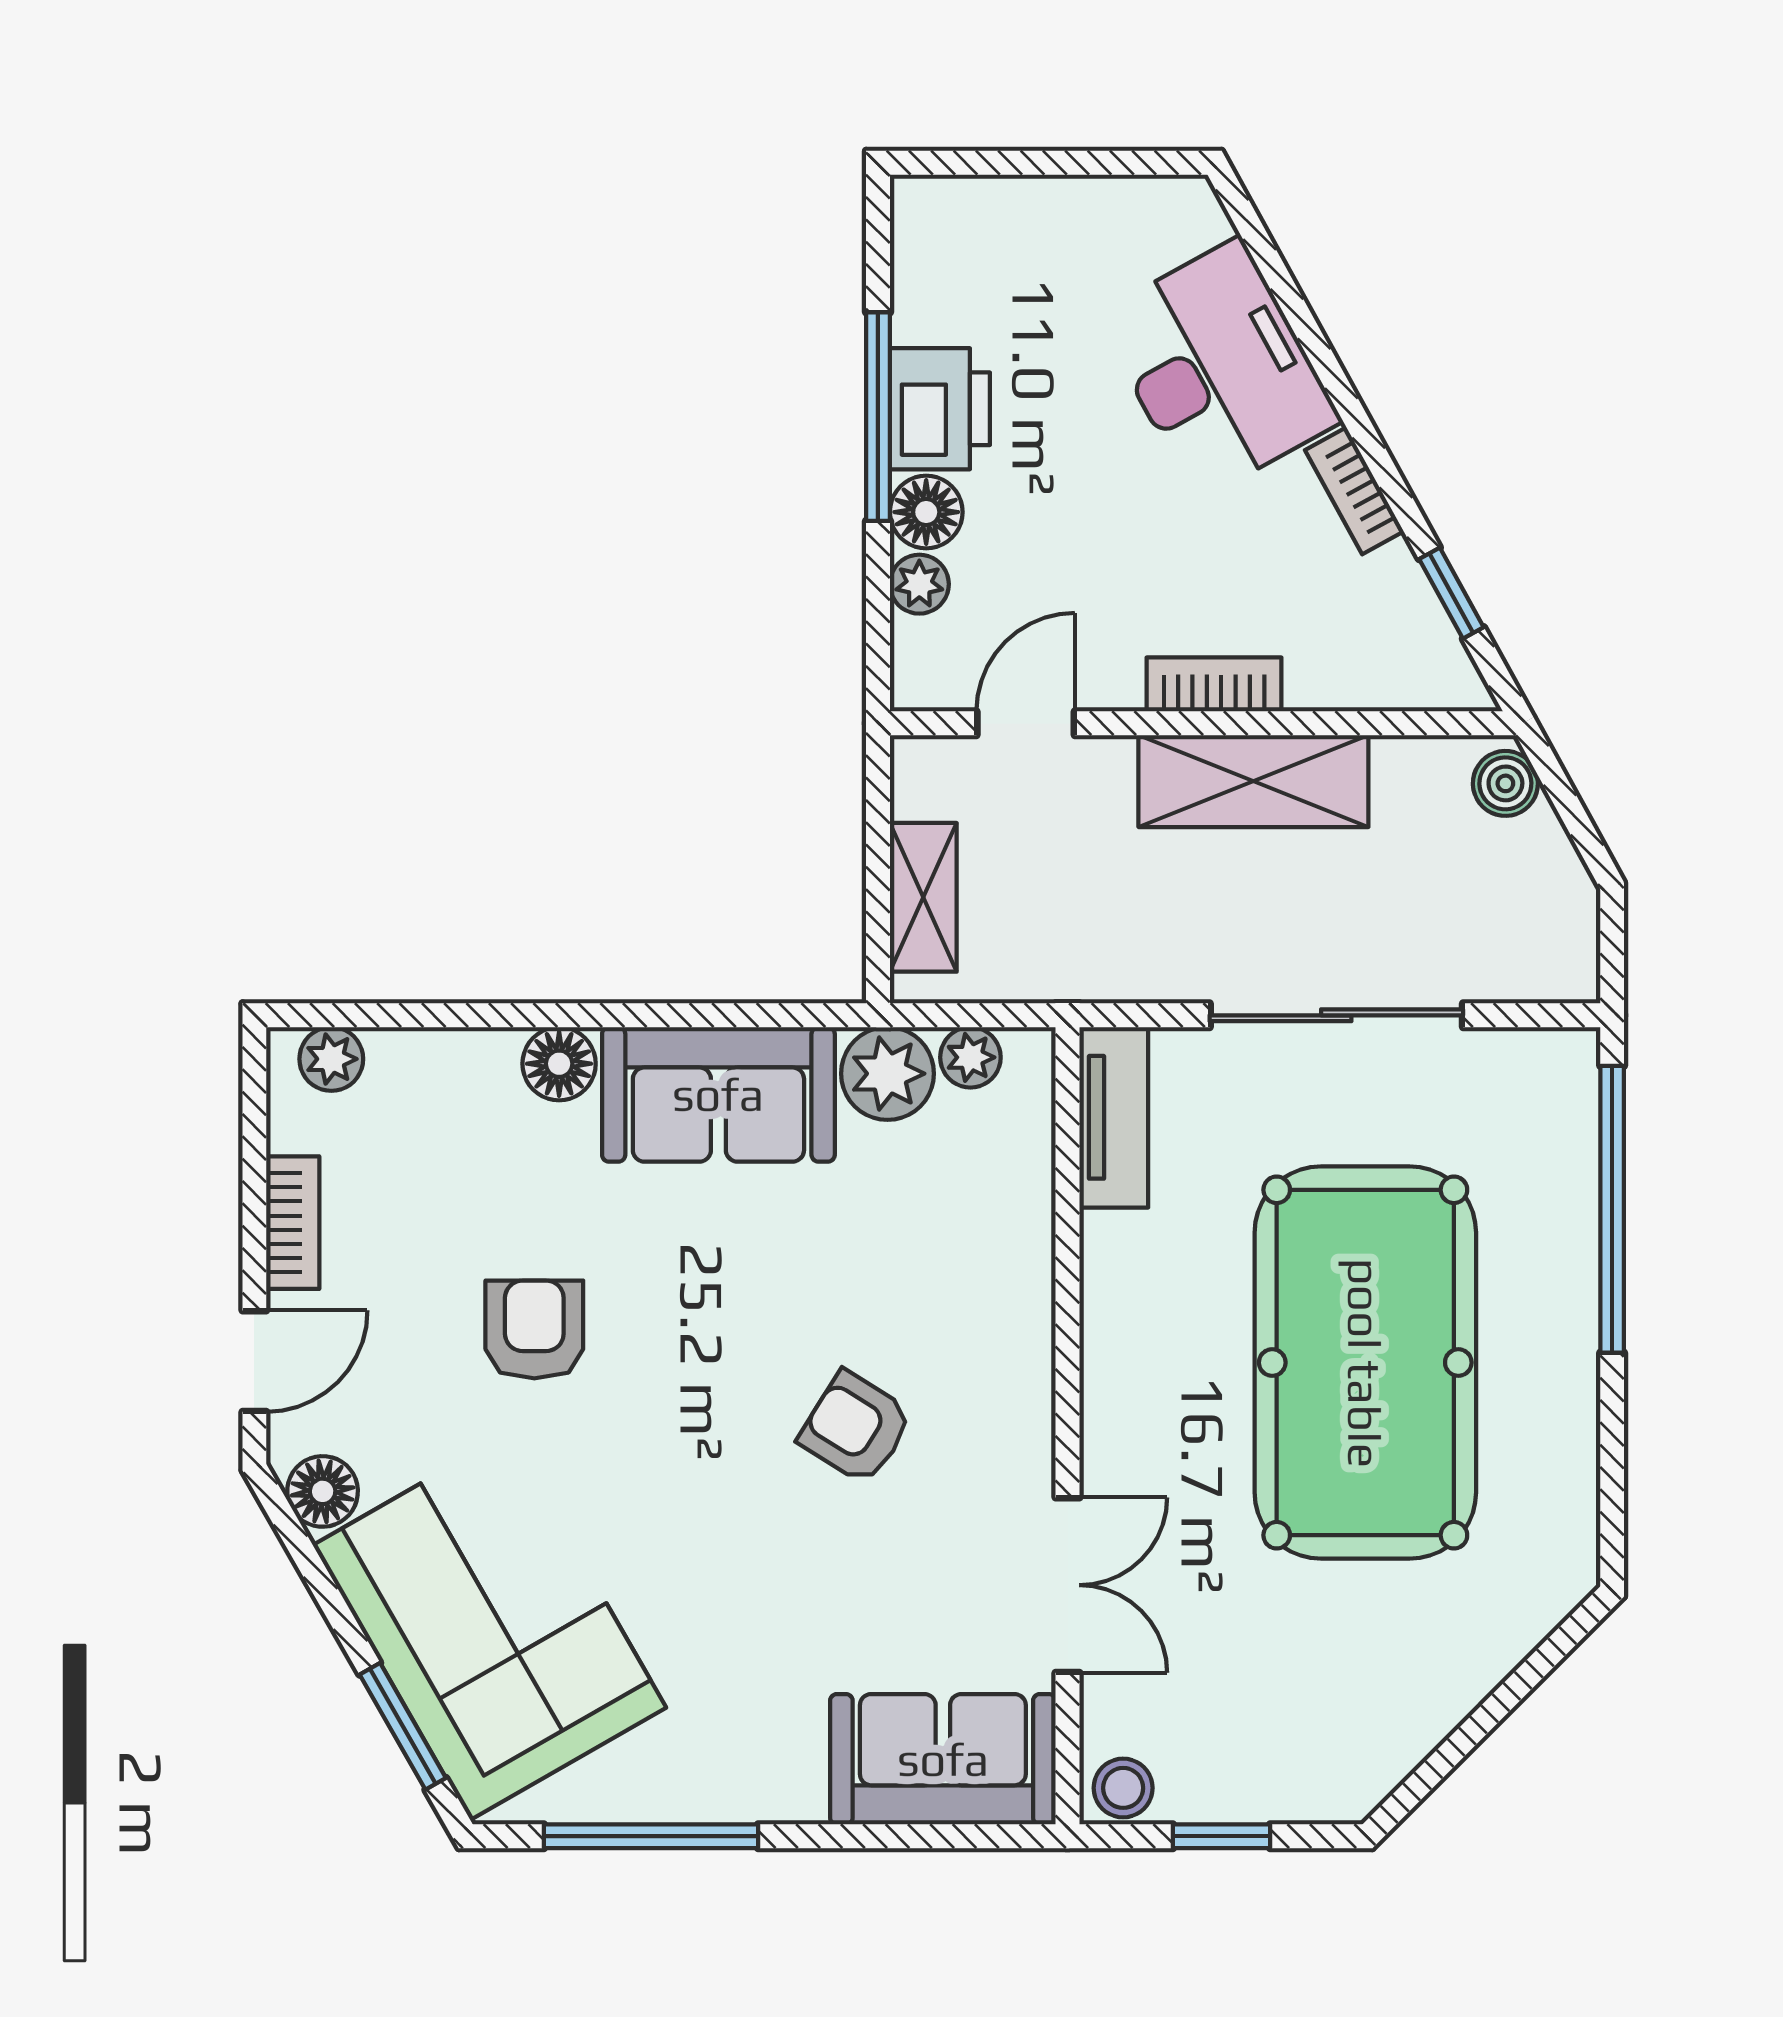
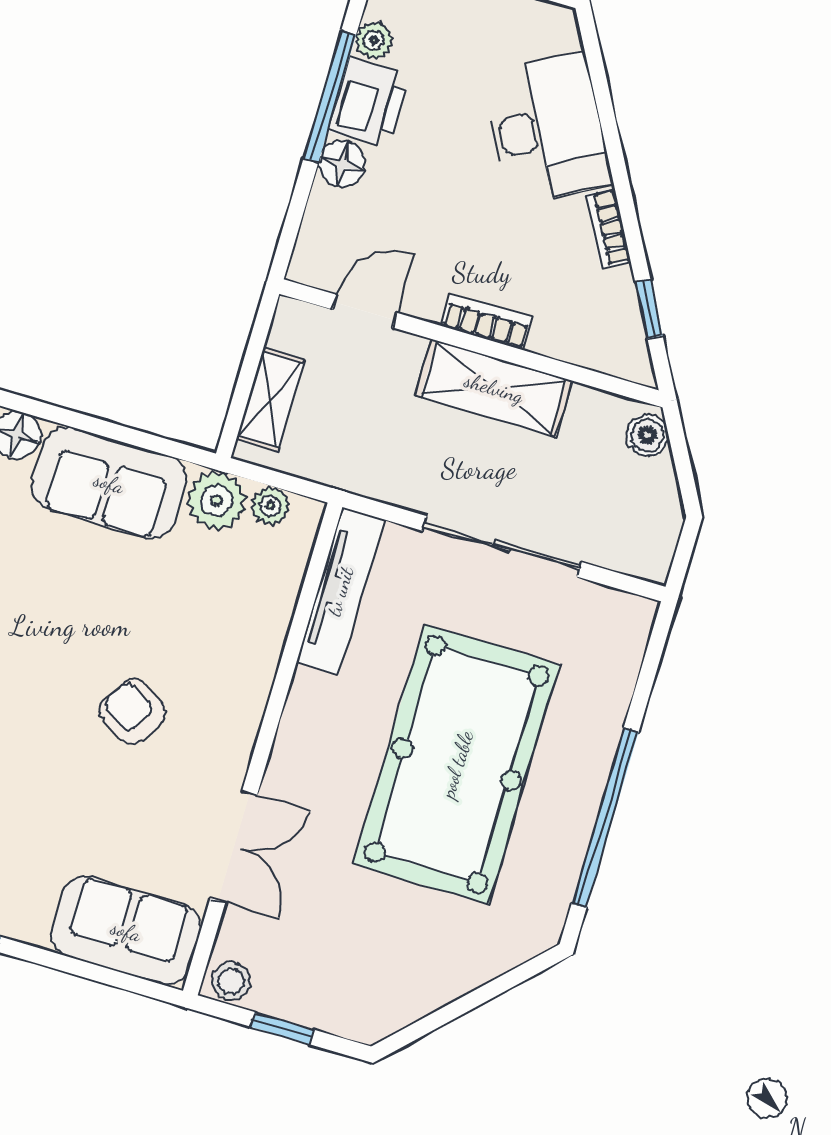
plant: (919, 584) -> (374, 40), moved
tv unit: (1114, 1117) -> (340, 591), width x1.41
window: (1612, 1209) -> (605, 818), moved

